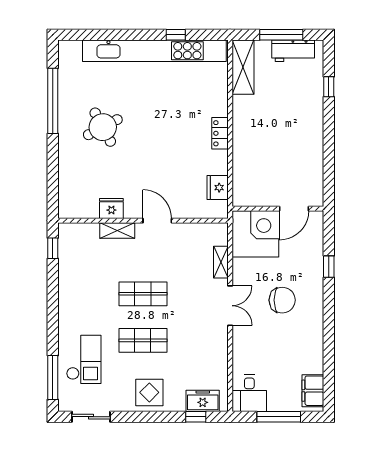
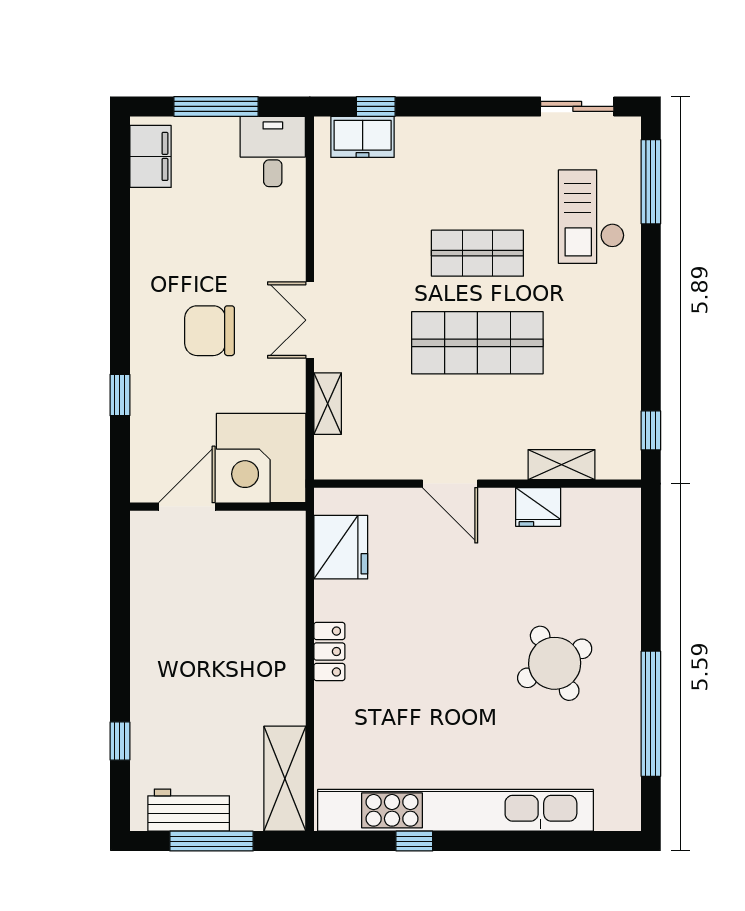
fridge: (218, 188) -> (341, 547), width x1.36, depth x1.34
shelving: (117, 230) -> (561, 465), moved
shop shelf: (143, 294) -> (477, 343), width x1.43, depth x1.36
display table: (149, 392) -> (465, 153), removed

